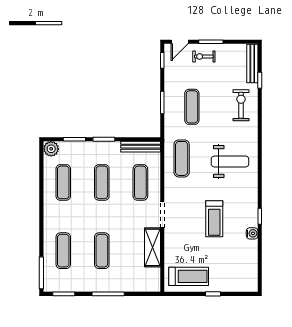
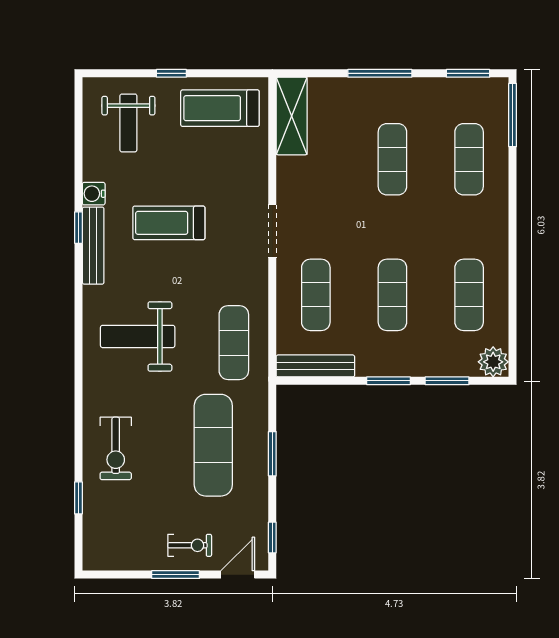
bench: (252, 64) -> (93, 246), moved
exercise mat: (192, 107) -> (213, 445), width x1.36, depth x1.45
treadmill: (214, 219) -> (169, 223), turned -90
shelving: (153, 247) -> (292, 116), moved
weight bench: (235, 269) -> (128, 123), added

